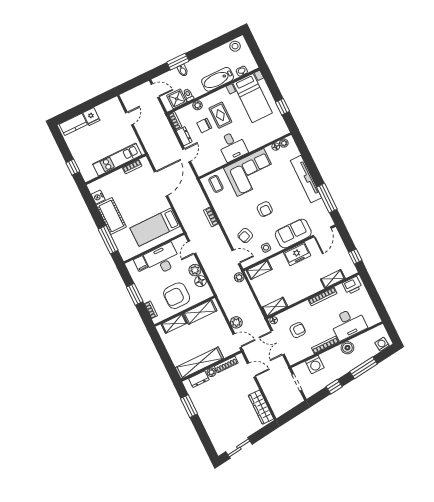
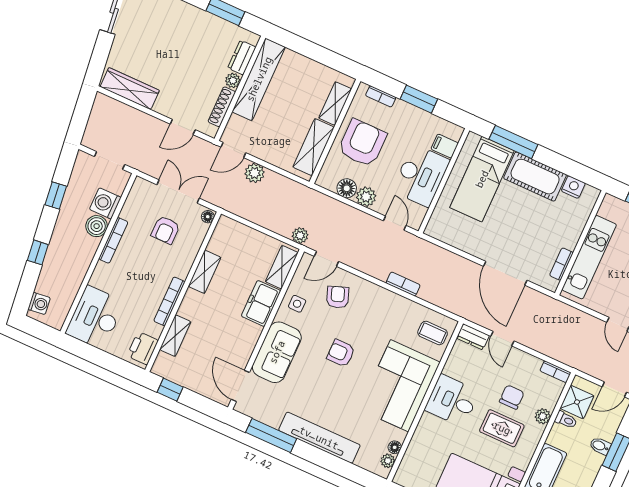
dresser: (184, 136) -> (473, 337), moved
bed: (155, 227) -> (482, 179), moved, turned 180
freezer: (297, 254) -> (261, 303), moved
shelving: (275, 307) -> (205, 272), moved
desk: (348, 324) -> (95, 318), moved
boiler: (347, 348) -> (97, 226), moved
window: (364, 368) -> (38, 252), width x0.46

